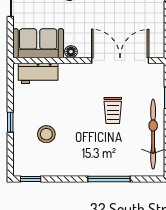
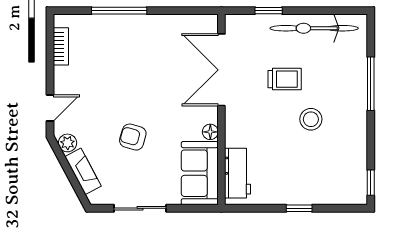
stool: (46, 134) -> (311, 119), moved

